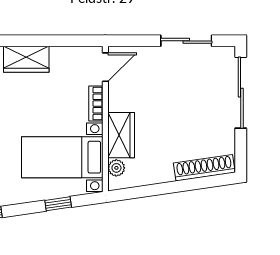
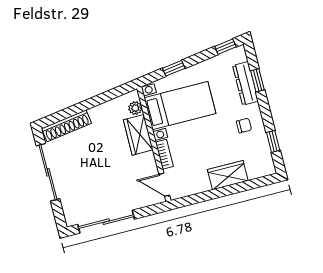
sliding door: (186, 41) -> (106, 222), width x1.37
door: (105, 67) -> (164, 185), hinge flipped
sliding door: (241, 93) -> (48, 172), moved

